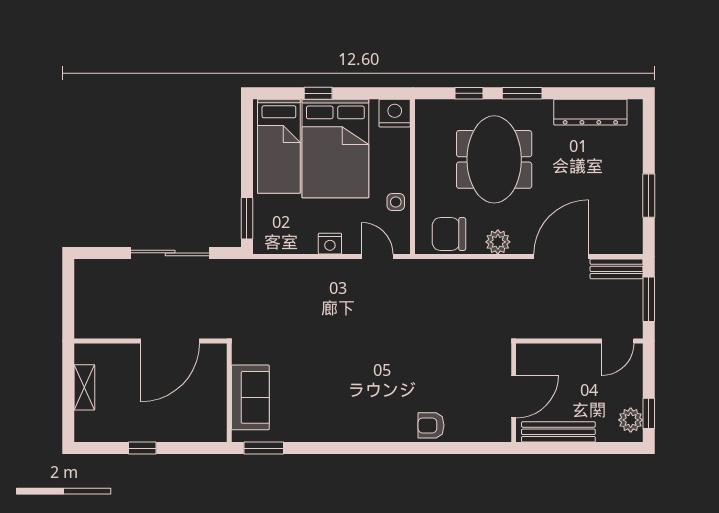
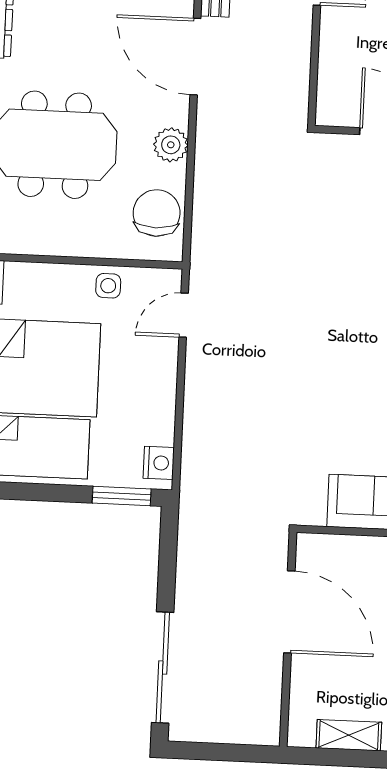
chair: (449, 234) -> (157, 213), turned 180
nightstand: (330, 244) -> (159, 463), moved
sliding door: (170, 253) -> (163, 667), moved

